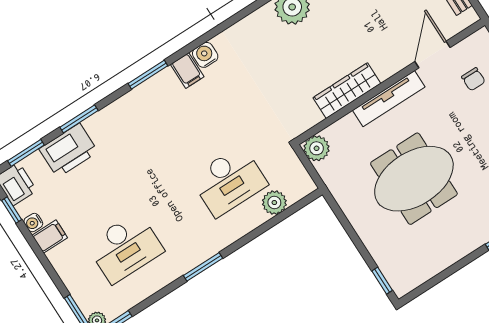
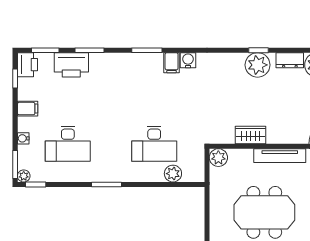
wardrobe: (347, 91) -> (251, 135), width x0.67
water cooler: (33, 223) -> (23, 138), moved

